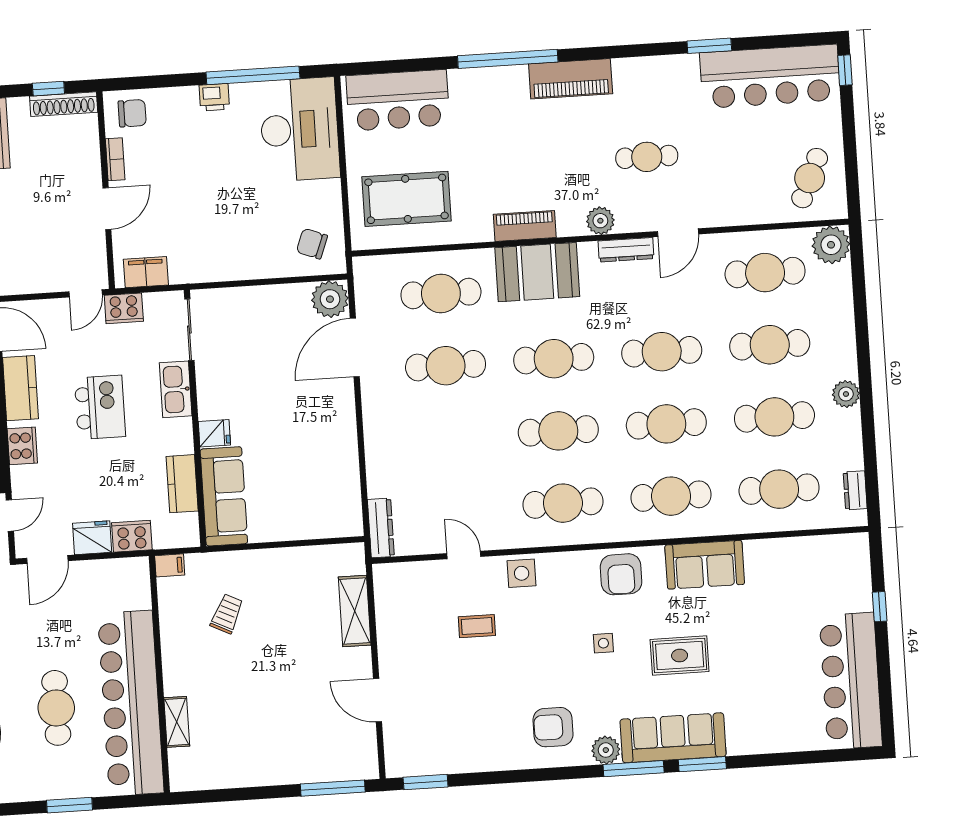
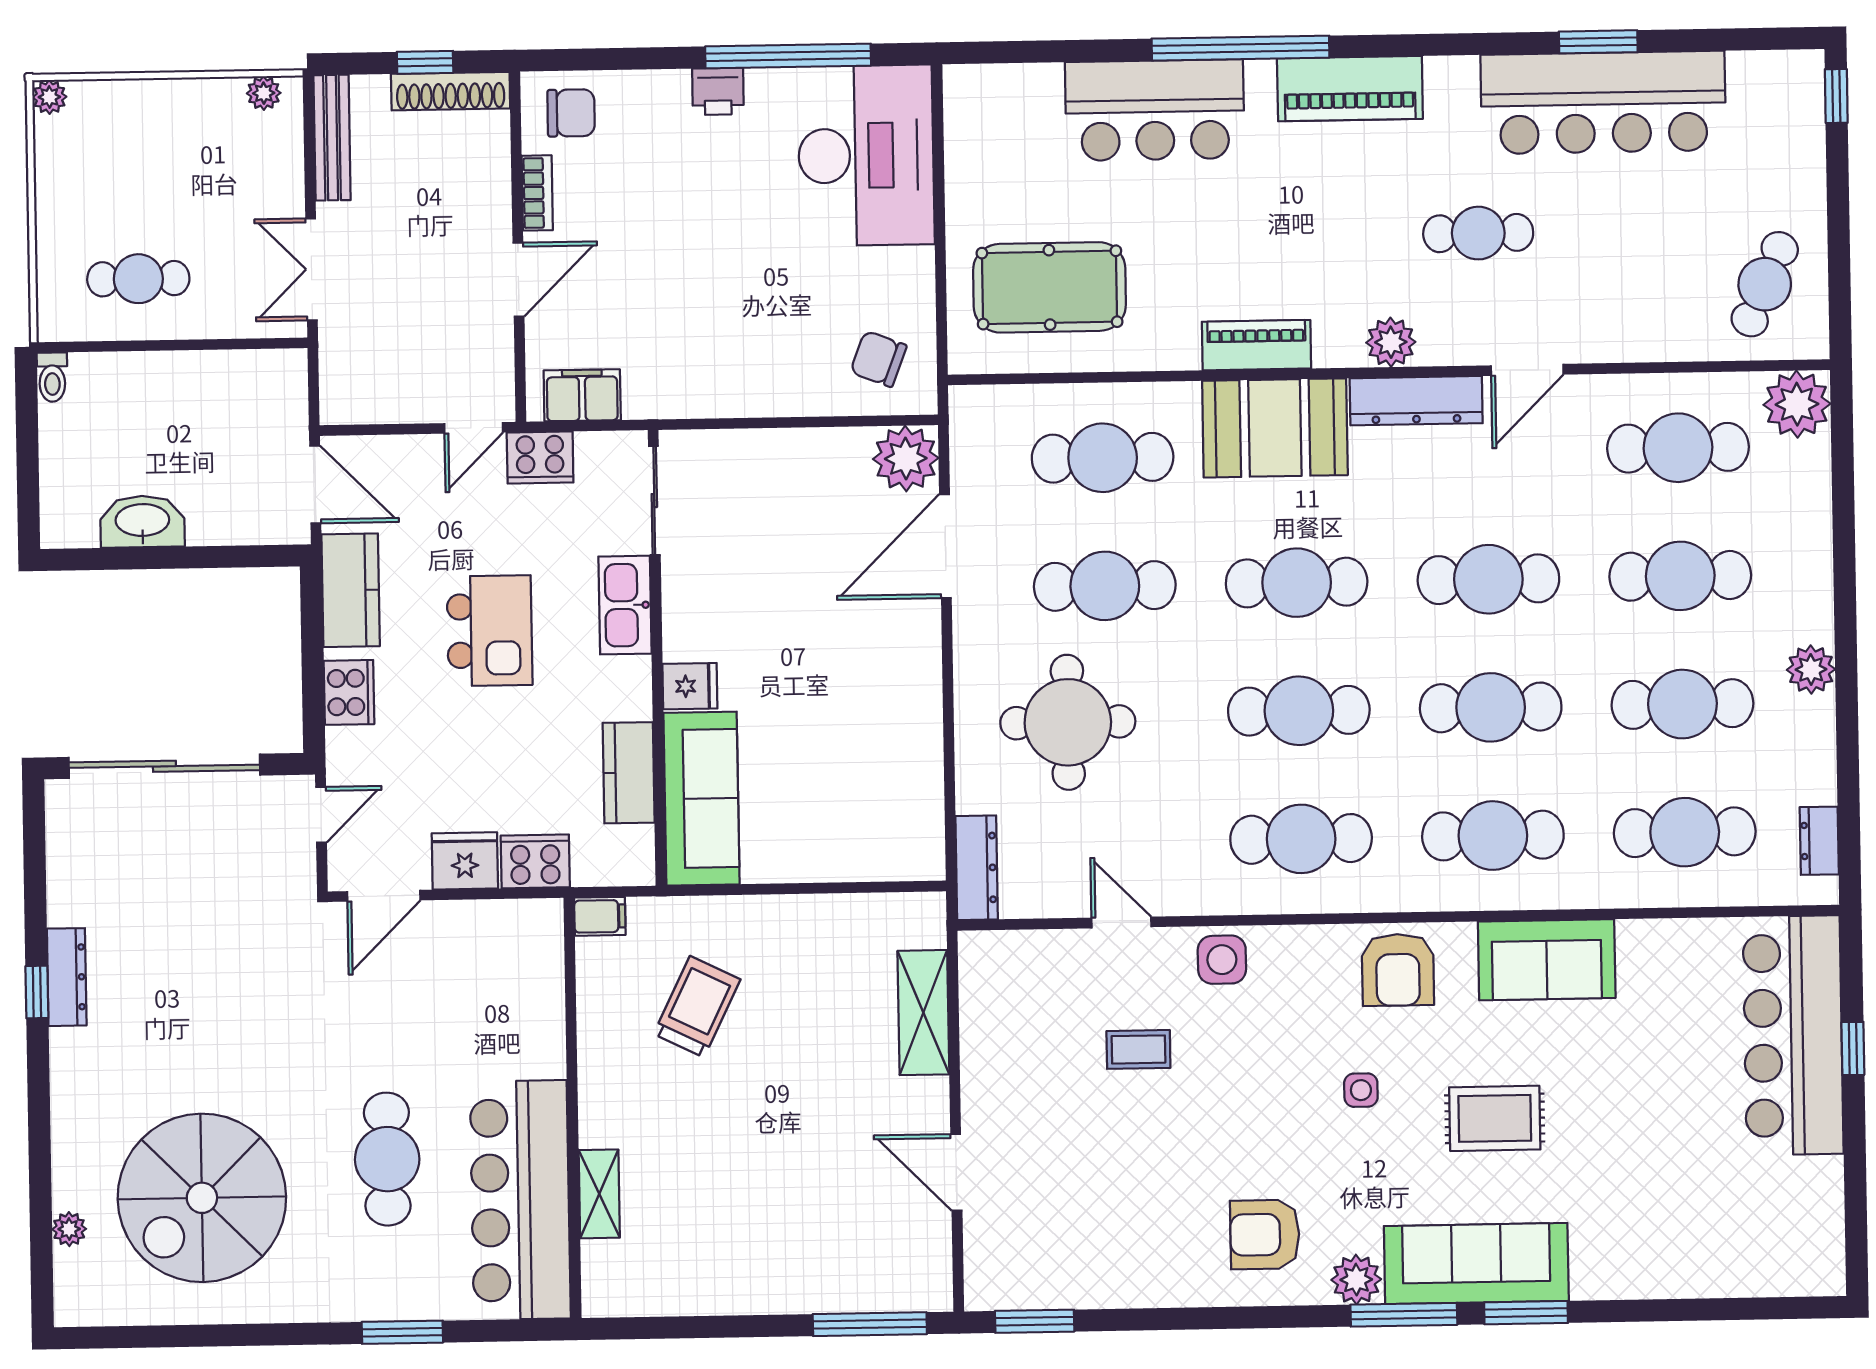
bar counter: (770, 76) -> (1603, 102), moved
bar counter: (398, 100) -> (1155, 110), moved
dresser: (626, 250) -> (1416, 401), width x1.37, depth x1.24
round table: (428, 444) -> (1068, 722), added
trolley: (227, 614) -> (697, 1007), width x1.36, depth x1.39
bar counter: (851, 681) -> (1793, 1035), moved
bar counter: (131, 703) -> (520, 1200), width x0.73

